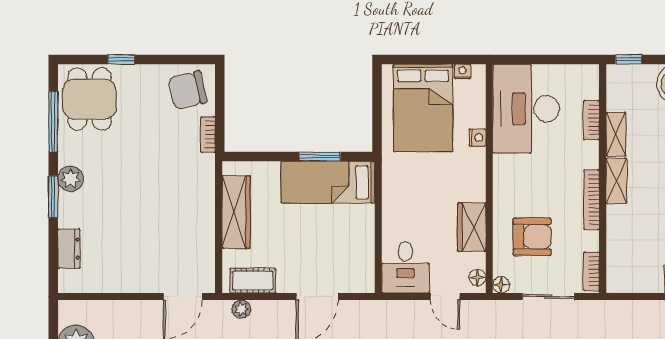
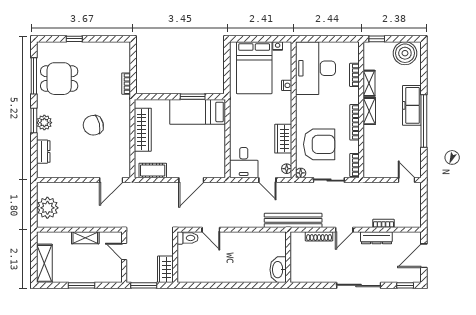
chair: (187, 90) -> (93, 125), moved
dining table: (89, 99) -> (59, 79), moved, turned 90
plant: (71, 179) -> (44, 123), moved
armchair: (532, 237) -> (319, 144), width x1.36, depth x1.36
plant: (241, 309) -> (146, 188), removed

